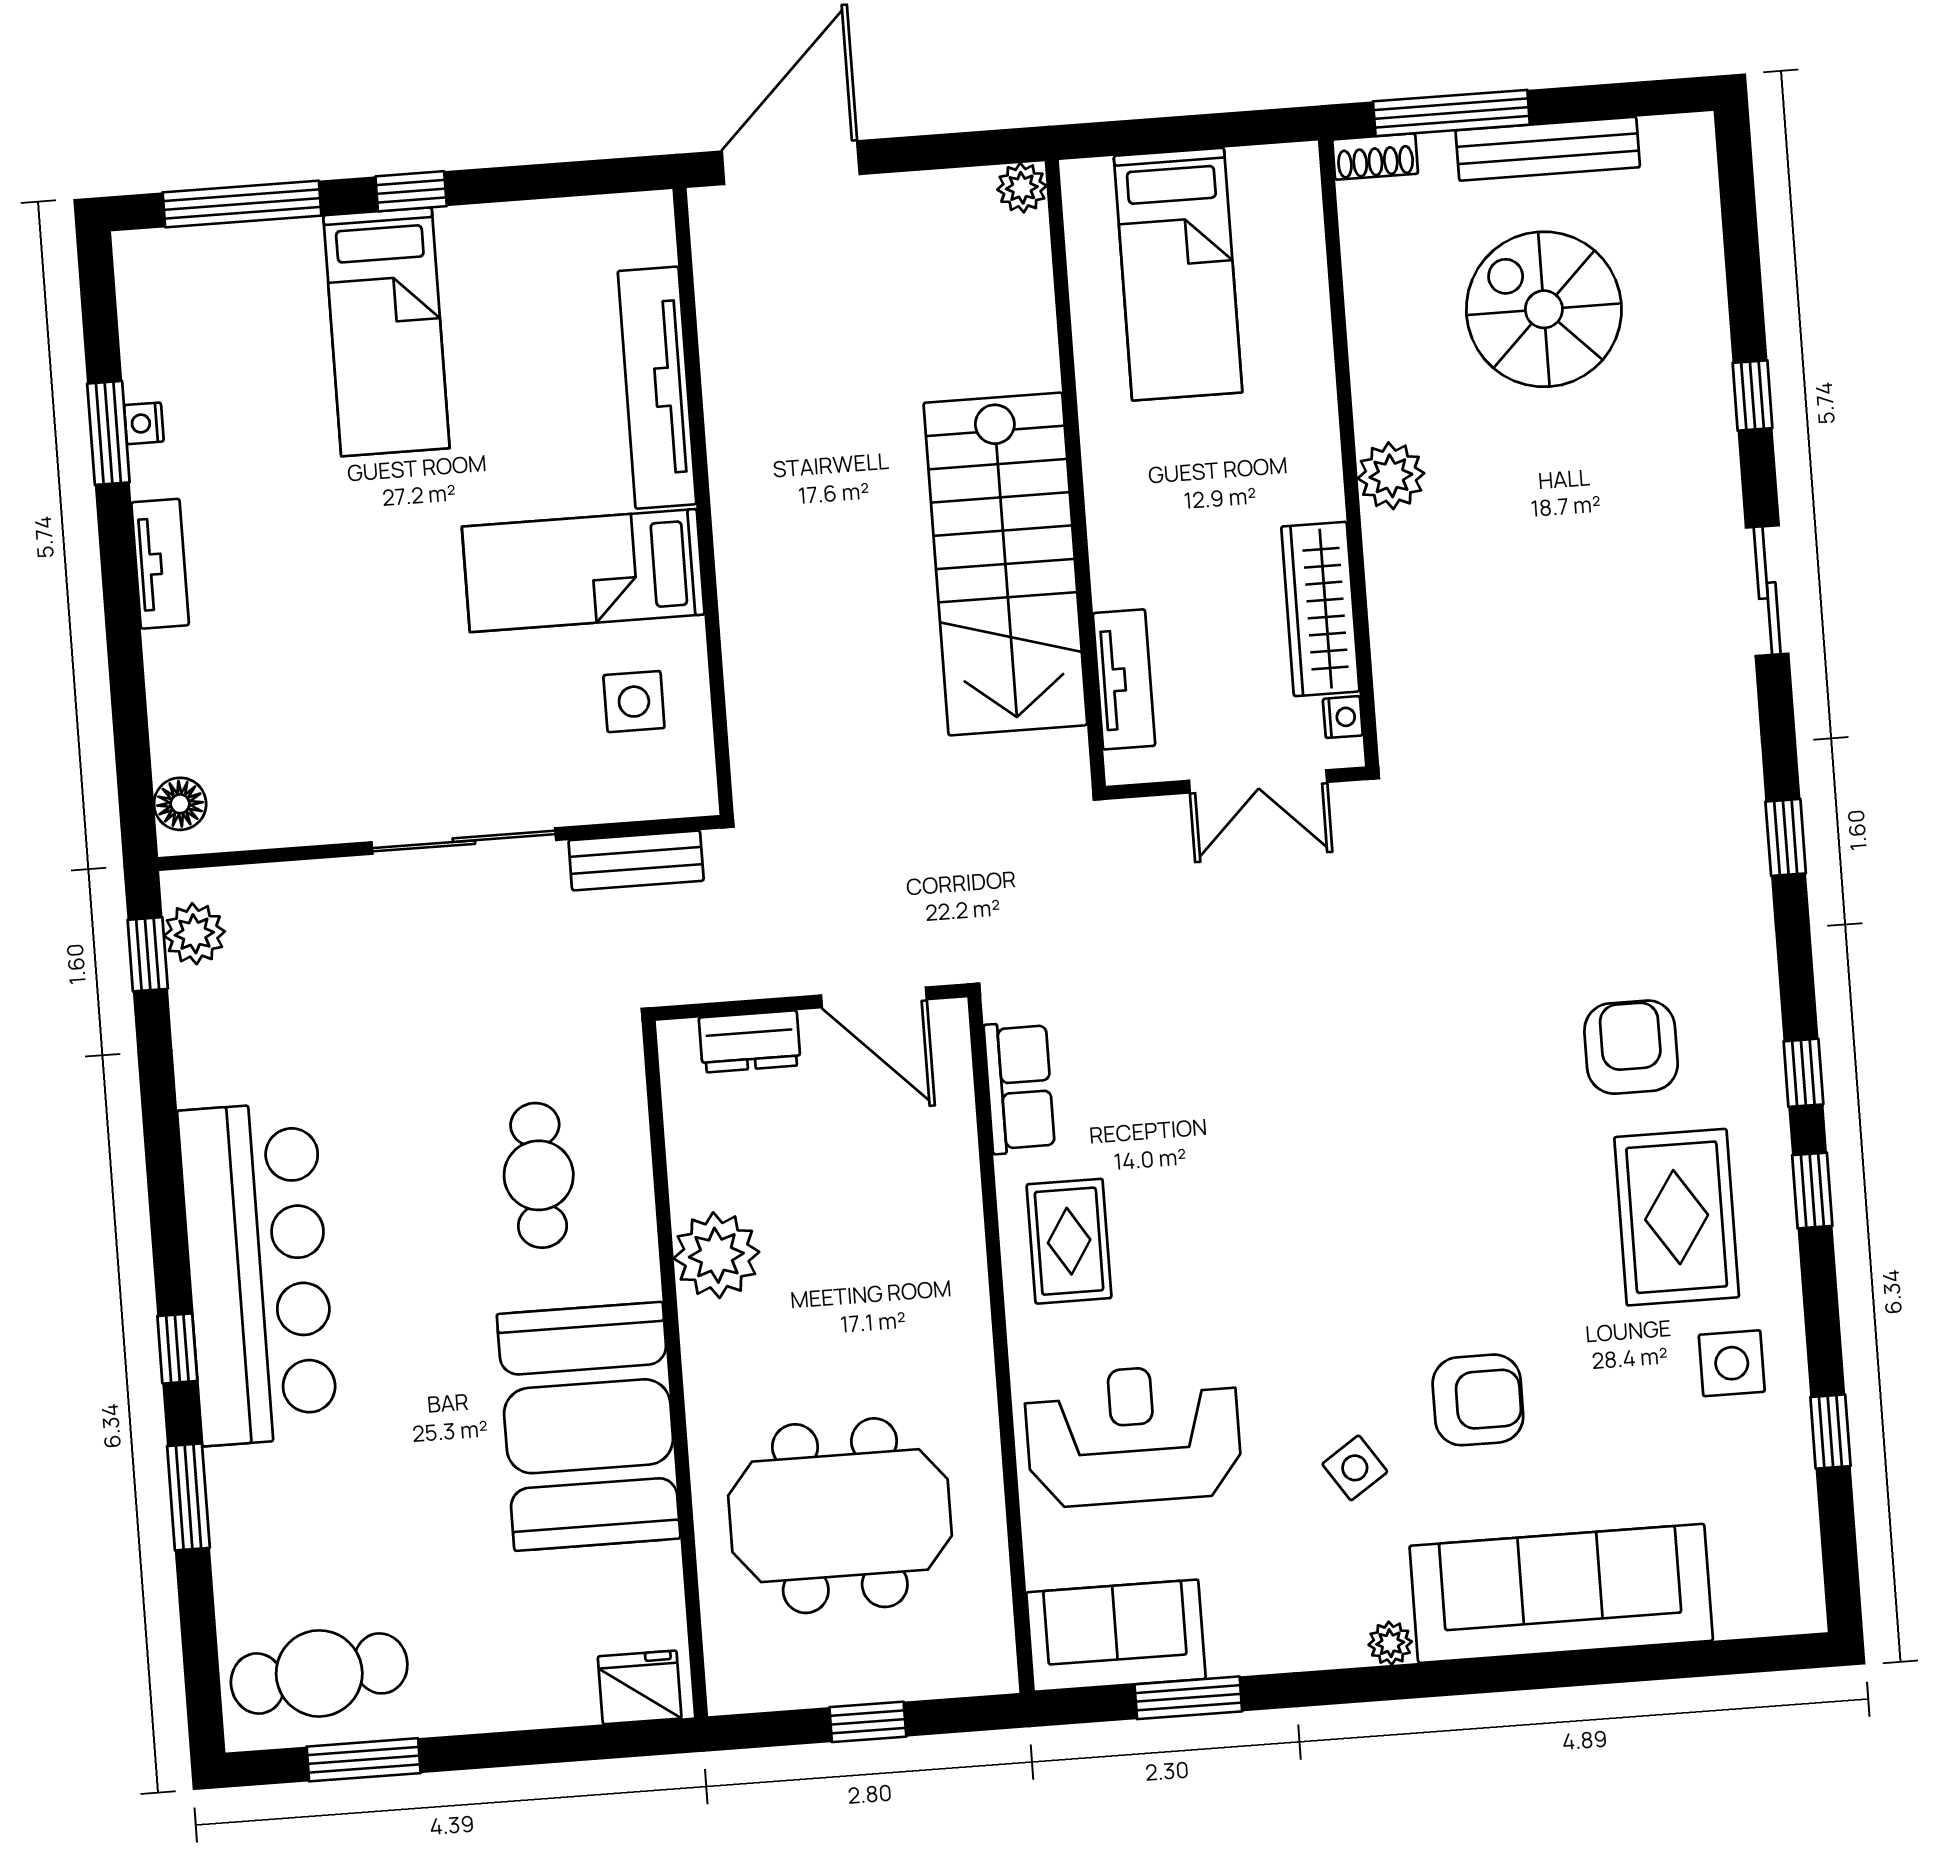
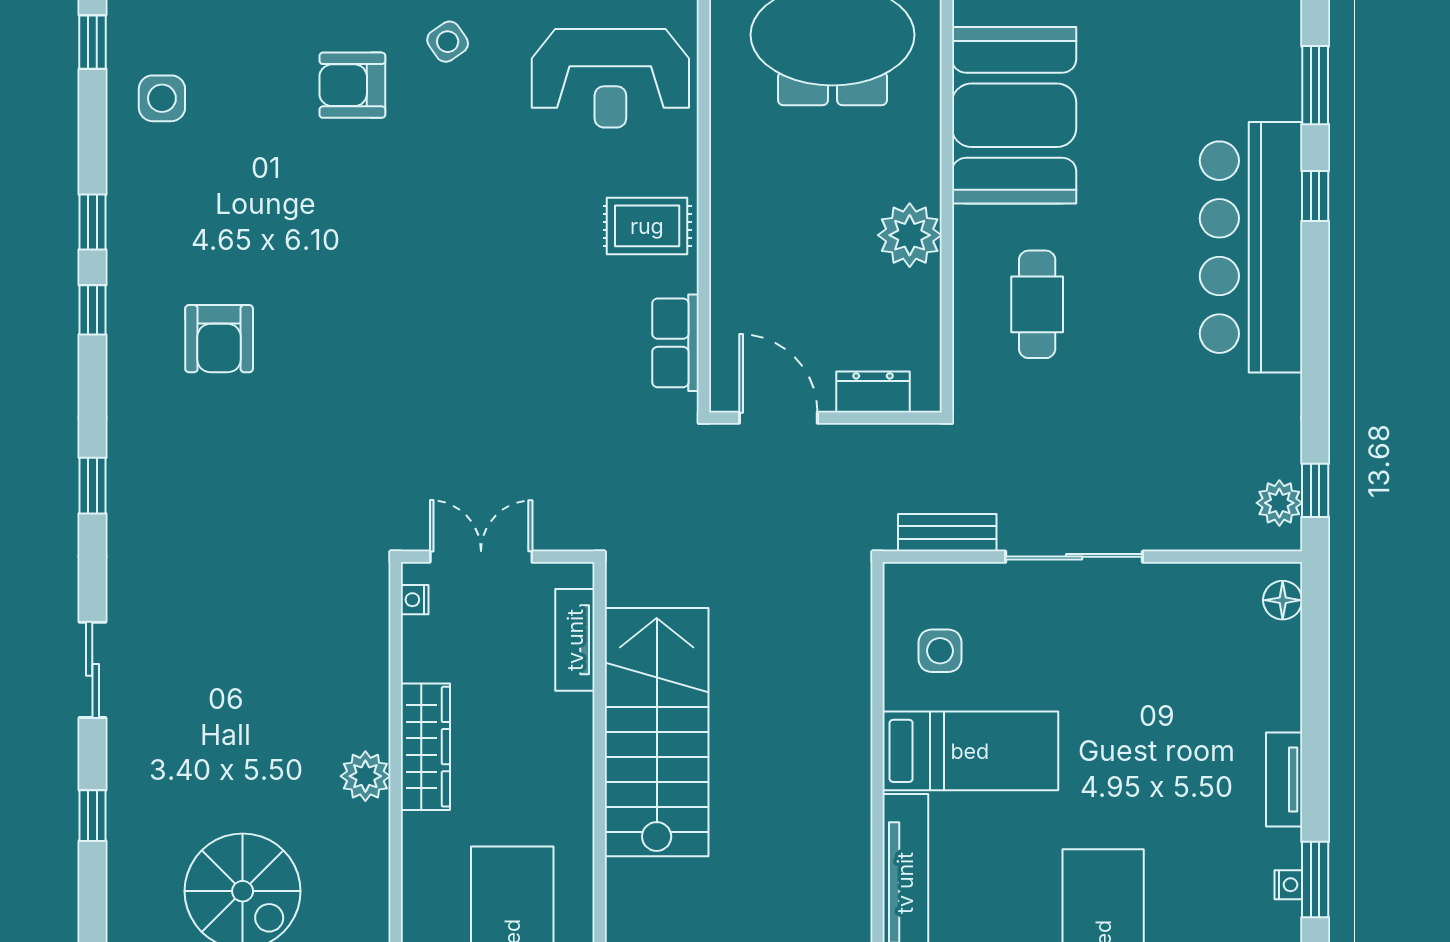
wardrobe: (1320, 609) -> (425, 747), moved
rug: (1677, 1217) -> (195, 210), removed
rug: (1069, 1241) -> (647, 226), turned 90

